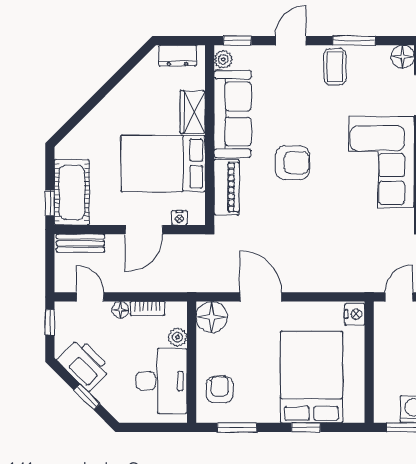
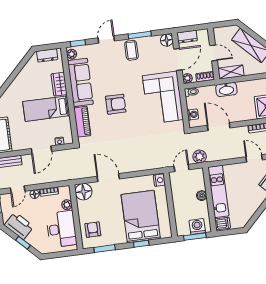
bed: (163, 163) -> (46, 109), width x0.67
door: (90, 297) -> (18, 190), swing flipped

